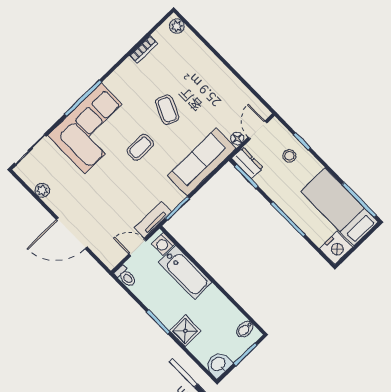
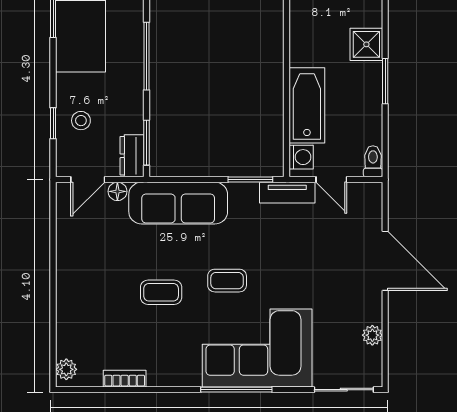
coffee table: (167, 110) -> (161, 292), turned 66

